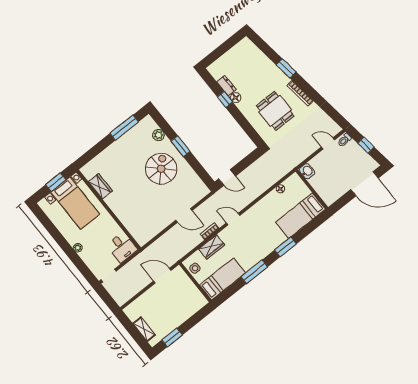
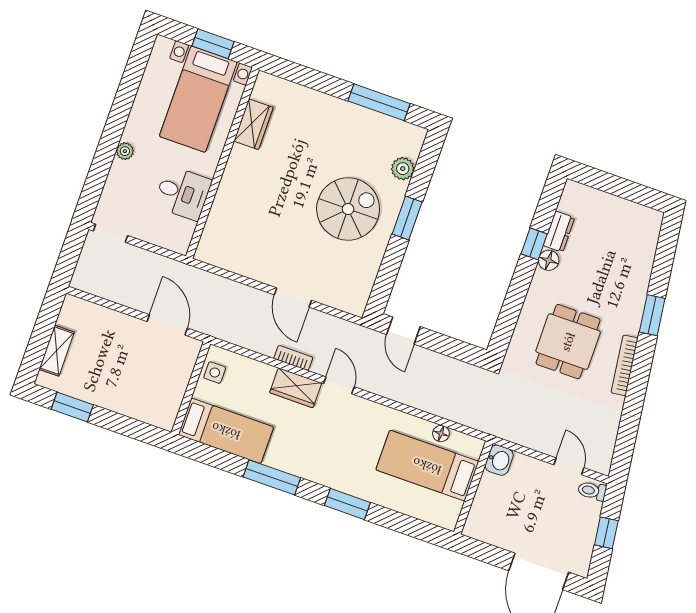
bed: (300, 216) -> (427, 466), moved
desk: (122, 247) -> (183, 193), moved, turned -90
wardrobe: (212, 247) -> (296, 388), moved

